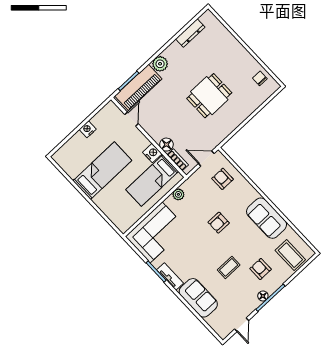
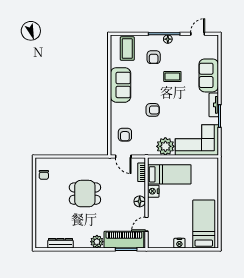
floor lamp: (166, 145) -> (140, 201), moved
bed: (102, 171) -> (204, 224), moved, turned 90
plant: (178, 194) -> (165, 146), width x1.88, depth x1.88

